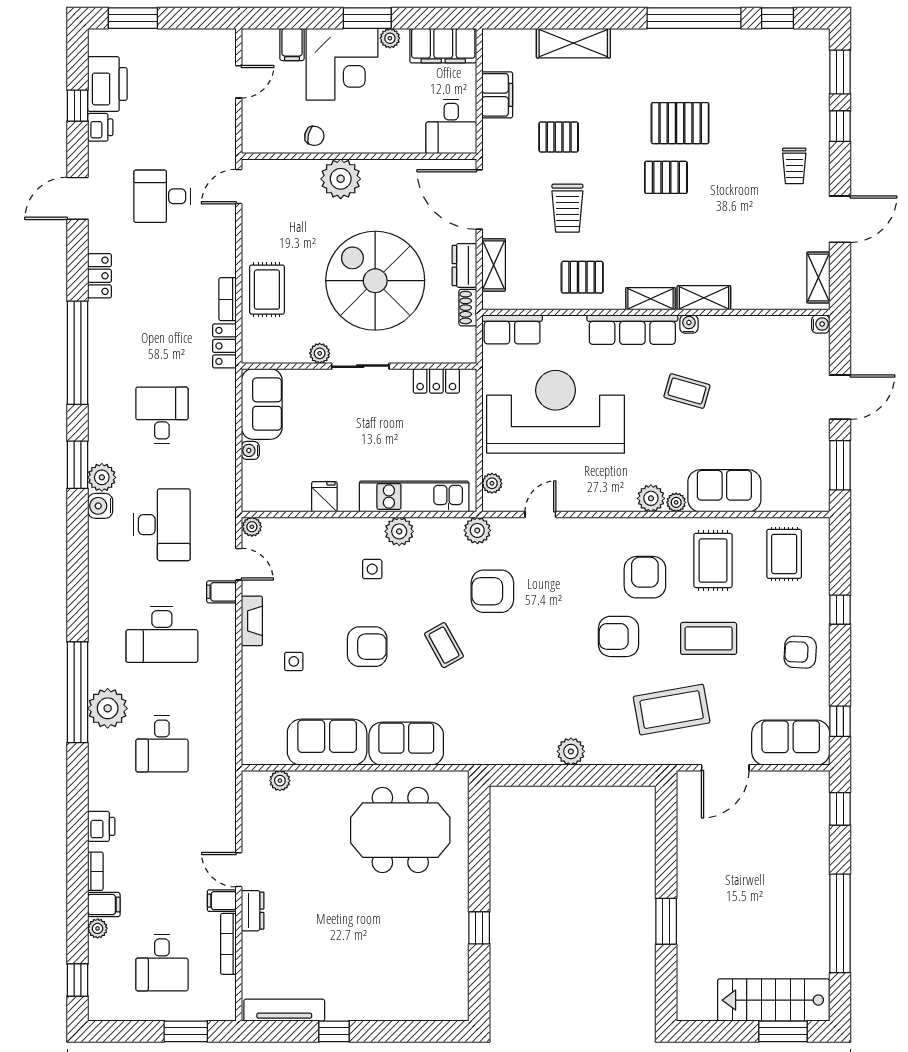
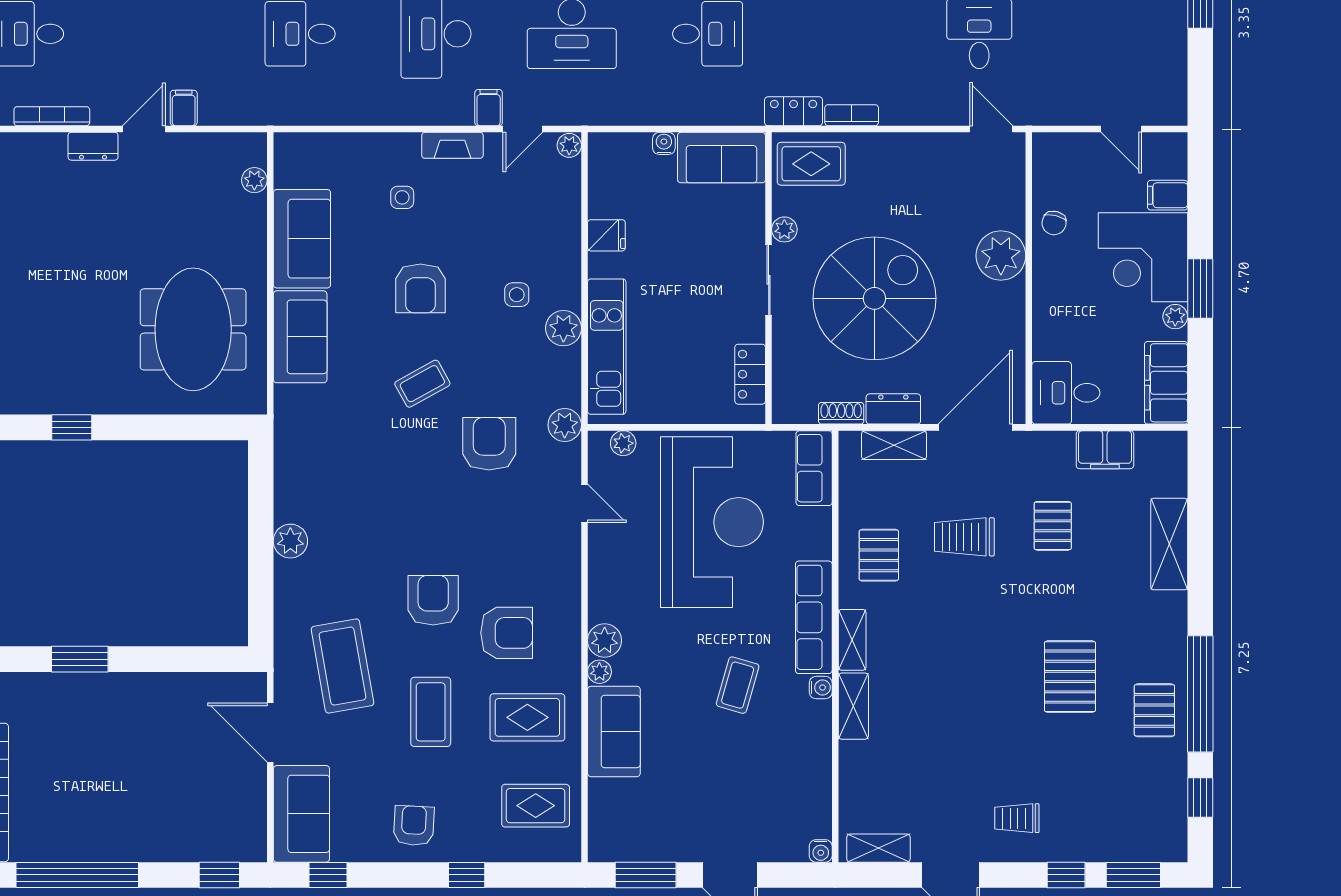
pallet: (666, 177) -> (1154, 710), moved
rug: (267, 290) -> (811, 164), moved
filing cabinet: (222, 901) -> (184, 108), moved

